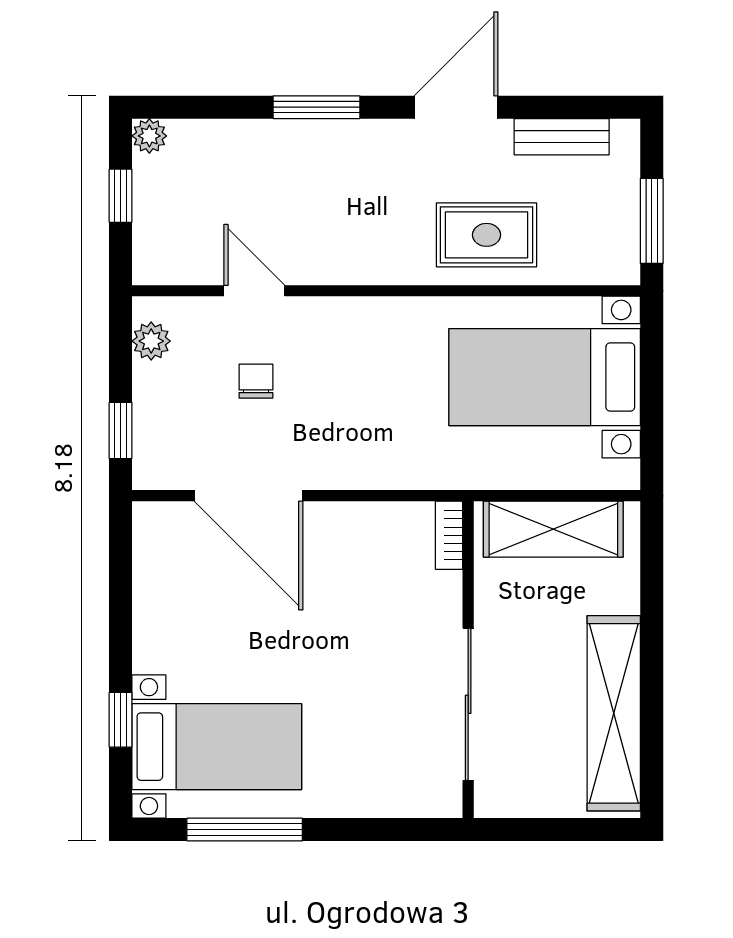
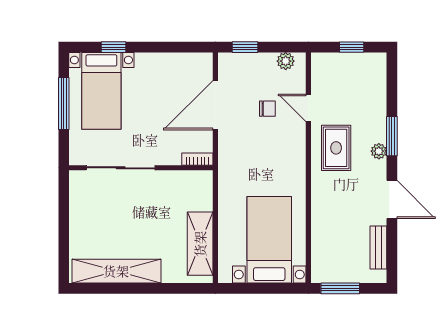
plant: (149, 136) -> (379, 151), moved
rug: (487, 235) -> (336, 148), moved
door: (254, 291) -> (308, 108), swing flipped
bookcase: (449, 535) -> (197, 159), moved
wall: (468, 660) -> (141, 168), moved
sliding door: (468, 704) -> (121, 168), moved

